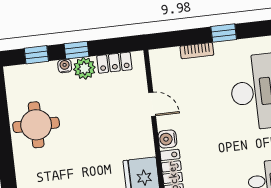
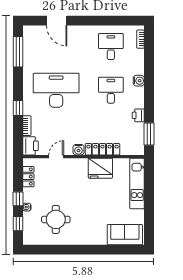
printer: (165, 60) -> (30, 146), added
plant: (84, 68) -> (30, 195), removed
round table: (36, 125) -> (56, 219), moved

